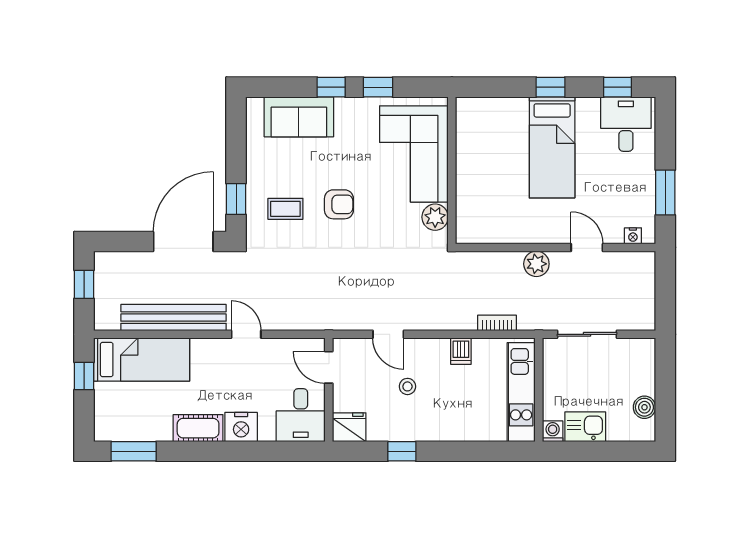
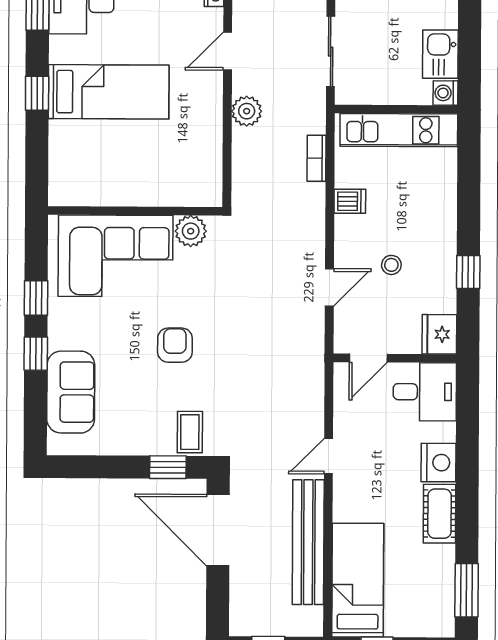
coffee table: (285, 209) -> (190, 432), moved

